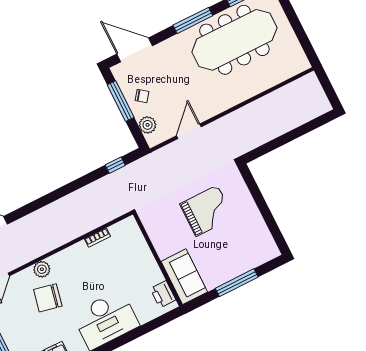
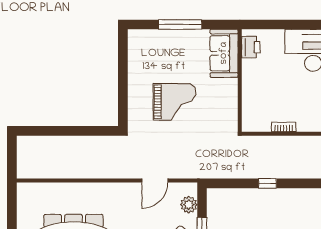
window: (115, 165) -> (267, 183), moved
grand piano: (207, 211) -> (175, 102), turned 180

